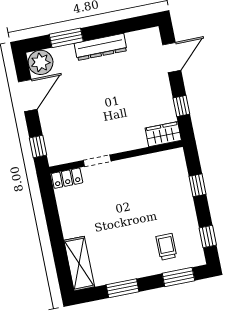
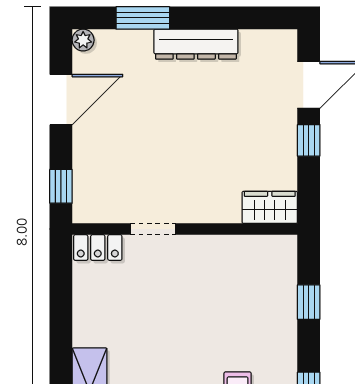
plant: (41, 62) -> (83, 40), width x0.53, depth x0.53
window: (181, 106) -> (309, 140), moved

